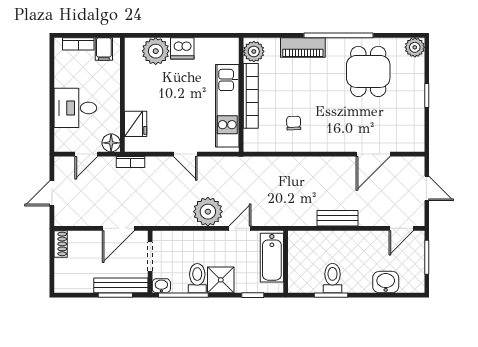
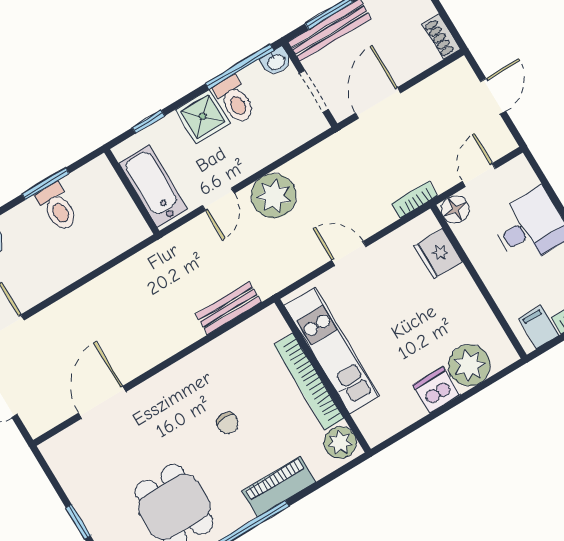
chair: (294, 123) -> (228, 423), moved
bench: (337, 218) -> (229, 308), moved

